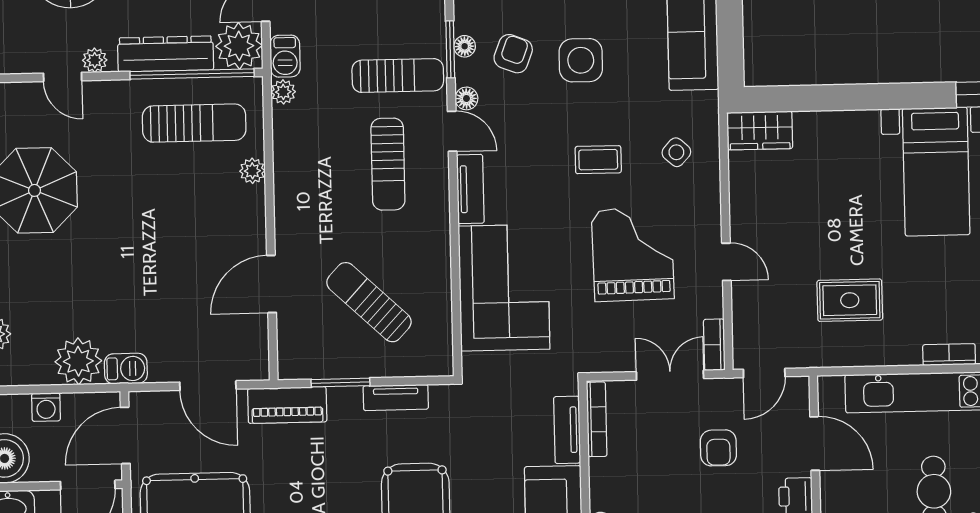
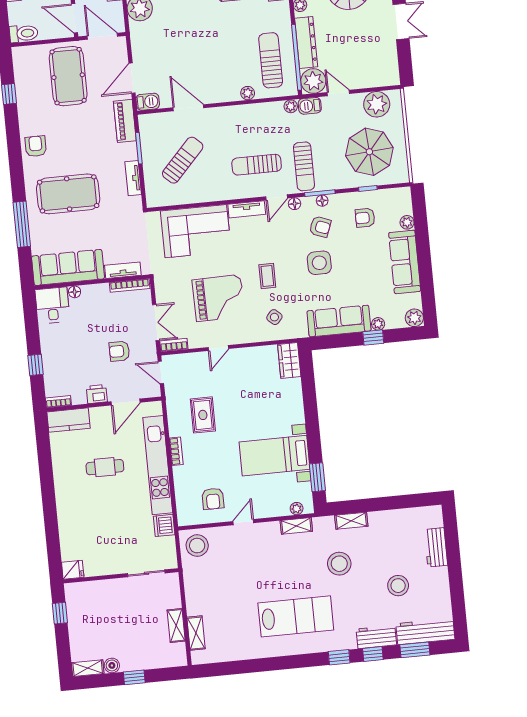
sun lounger: (194, 123) -> (271, 60), turned 180
bookcase: (949, 355) -> (176, 451), moved
barbecue: (126, 369) -> (148, 102), moved, turned -90

